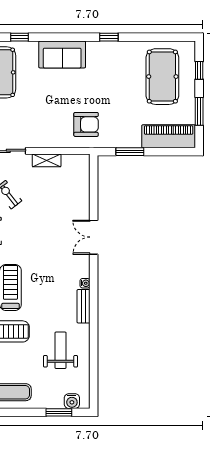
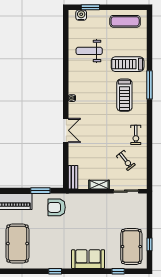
armchair: (86, 124) -> (57, 207), moved
bench: (84, 306) -> (73, 177), moved
weight bench: (61, 350) -> (89, 51), turned 90

